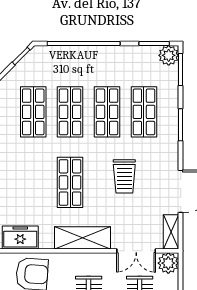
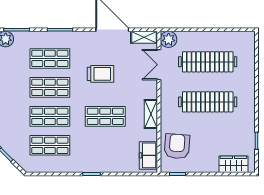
shelving: (82, 238) -> (151, 114), width x0.67, depth x0.75
double door: (136, 251) -> (159, 65), swing flipped

